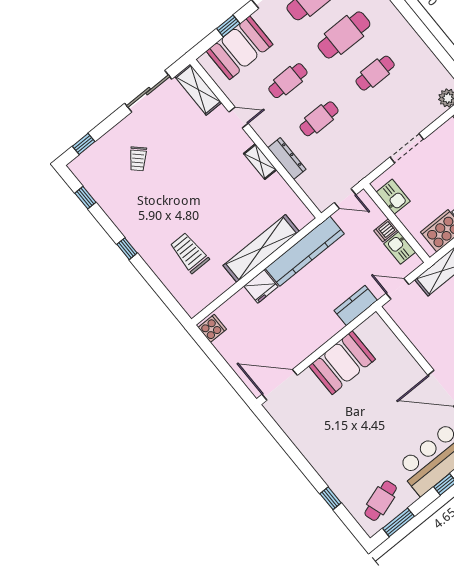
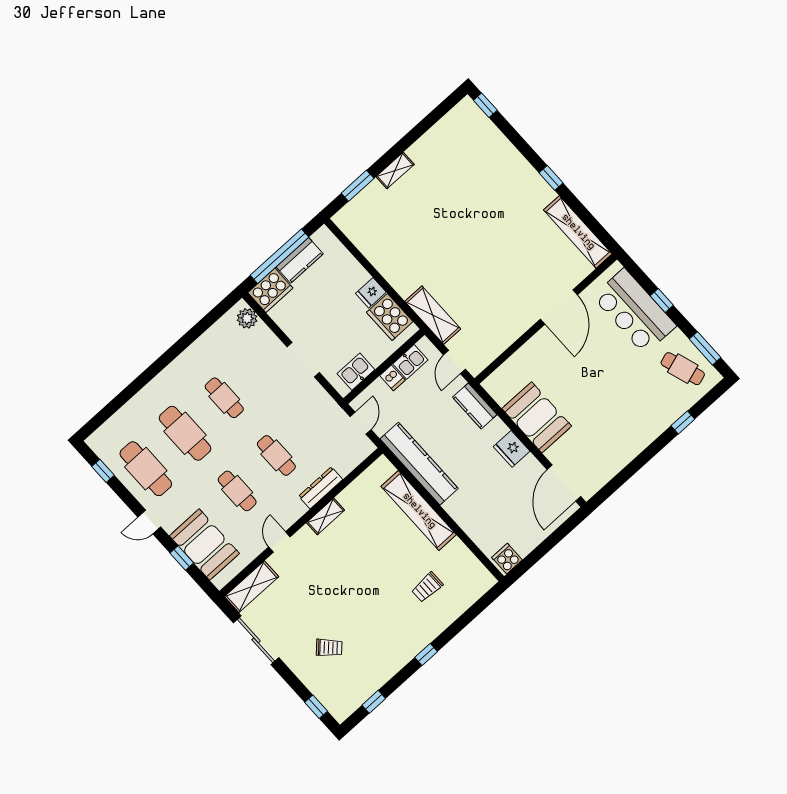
trolley: (189, 253) -> (427, 587), width x0.73, depth x0.72
fridge: (261, 286) -> (512, 449), moved, turned 180

